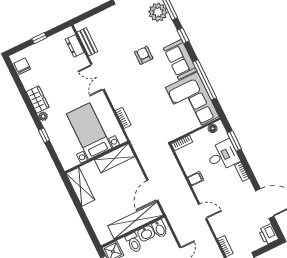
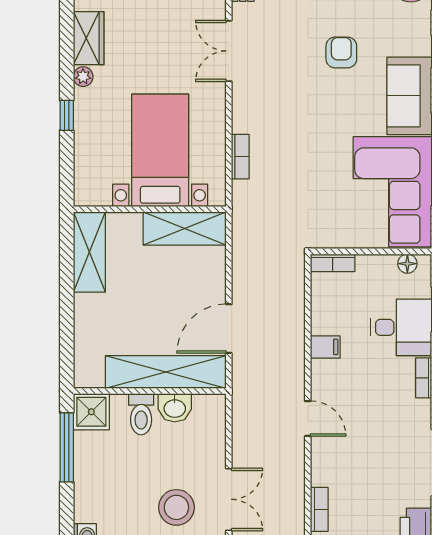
bidet: (160, 229) -> (206, 412), removed

